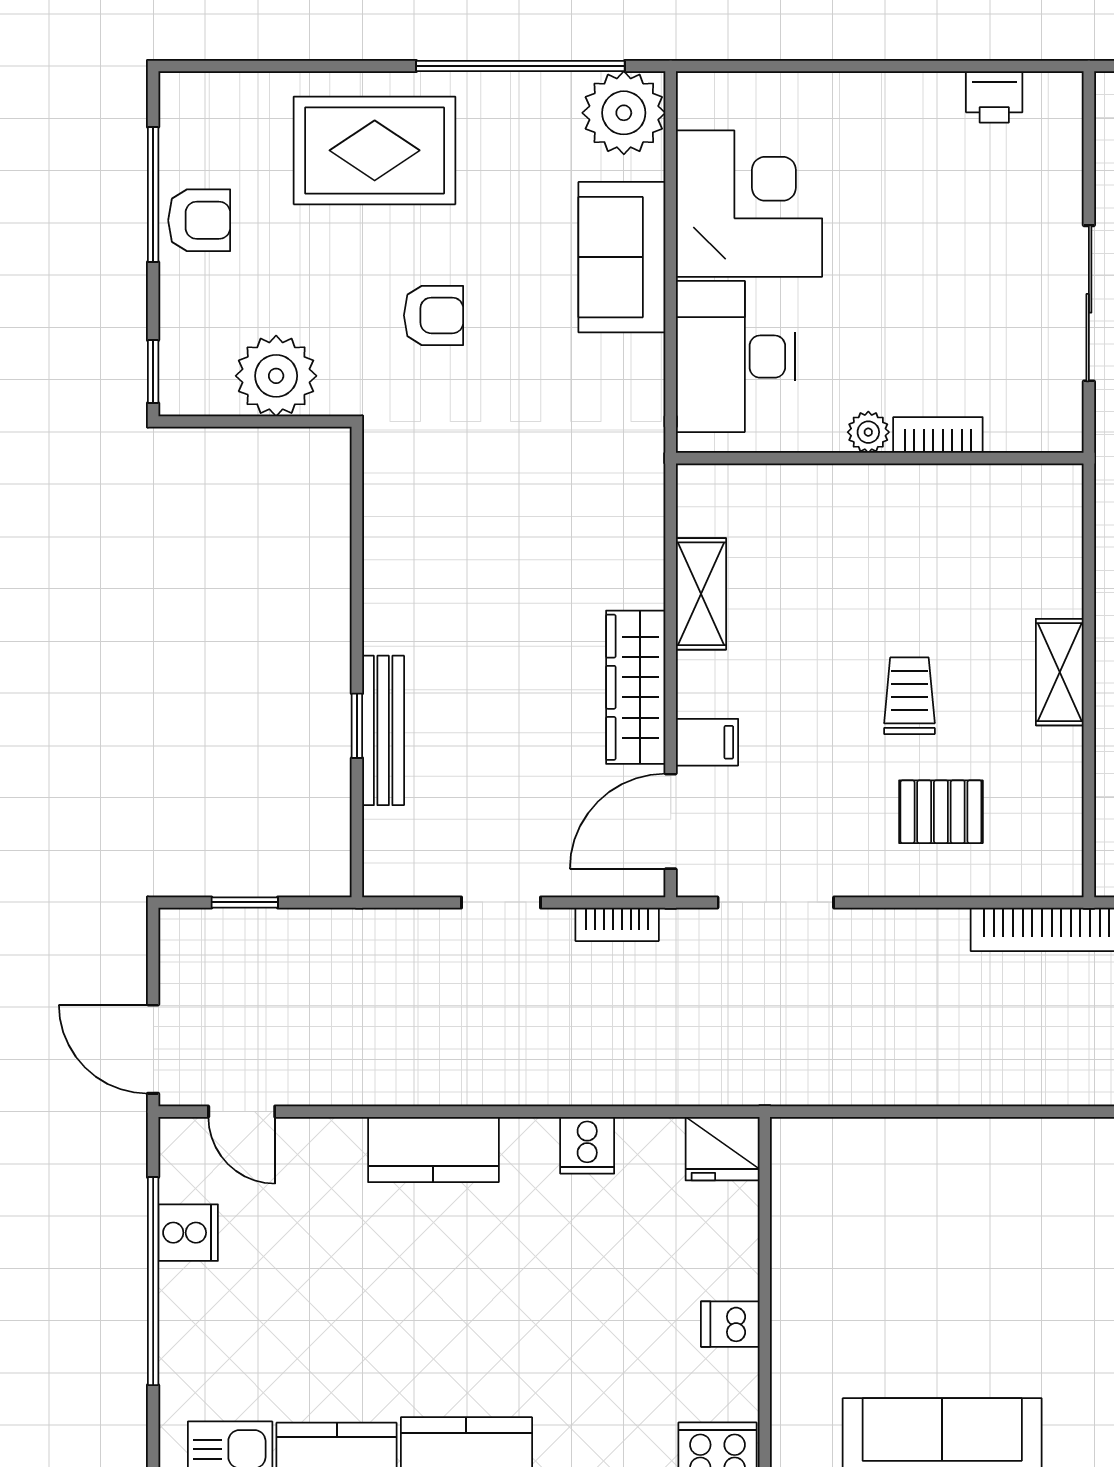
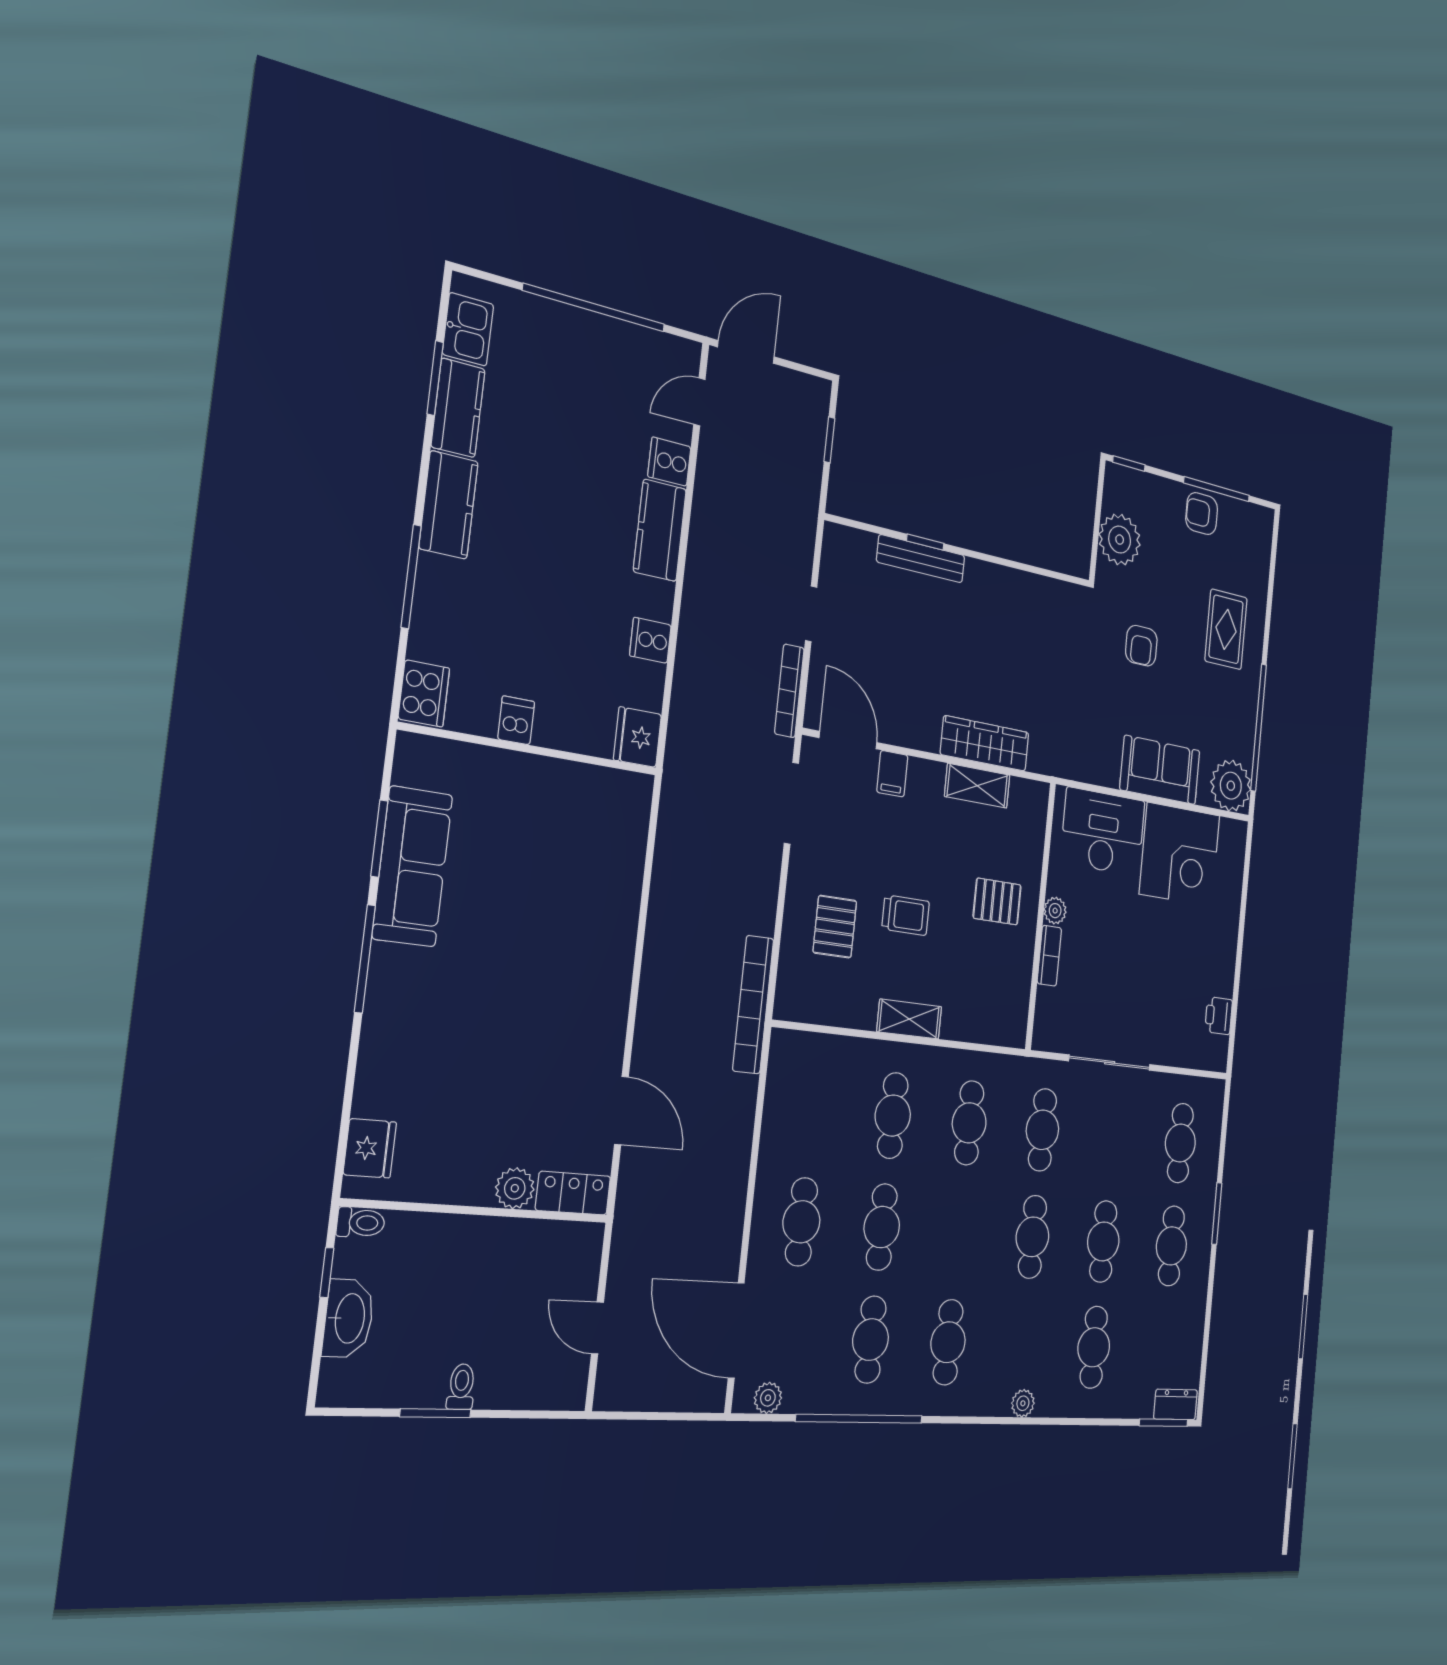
rug: (375, 150) -> (1226, 629), width x0.73, depth x0.70
armchair: (199, 220) -> (1202, 514), turned 90
pallet: (868, 539) -> (997, 902), added
wardrobe: (636, 687) -> (985, 743), moved
bookcase: (617, 924) -> (789, 691), width x1.56
cooker: (188, 1233) -> (669, 462), moved, turned 90

